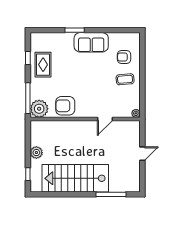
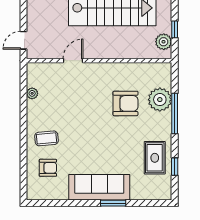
sofa: (91, 42) -> (99, 187), width x1.36
wall: (85, 119) -> (99, 61), moved
door: (105, 119) -> (73, 61), moved
window: (28, 174) -> (175, 29), moved

